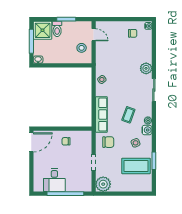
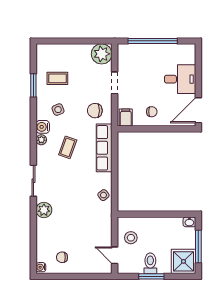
toilet: (57, 29) -> (150, 263), moved
filing cabinet: (85, 137) -> (126, 118), added
coffee table: (136, 166) -> (57, 78), width x0.54, depth x0.58
desk: (54, 180) -> (180, 79), moved, turned 90

